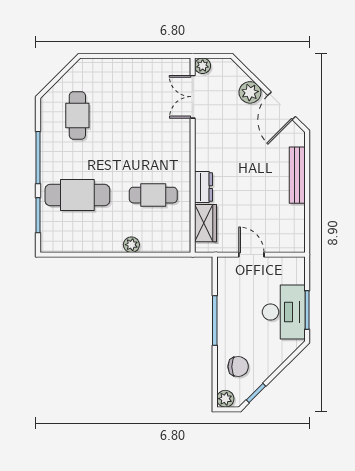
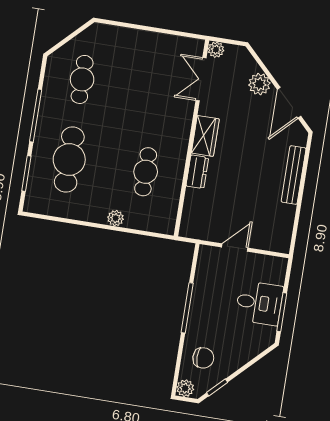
cafe table: (77, 195) -> (69, 160), turned 90
cafe table: (153, 195) -> (146, 172), turned 90
wardrobe: (206, 223) -> (205, 136), moved
door: (251, 255) -> (235, 248), hinge flipped
desk: (284, 312) -> (259, 303), width x0.73

